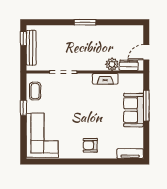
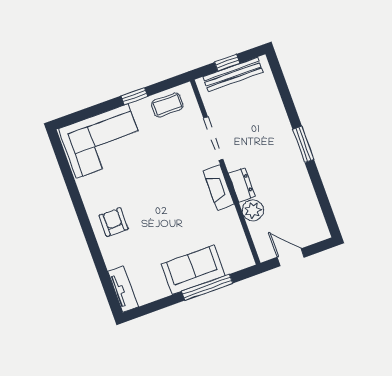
window: (23, 38) -> (227, 63), moved
dresser: (129, 65) -> (242, 185), moved
fireplace: (105, 79) -> (219, 188), moved

